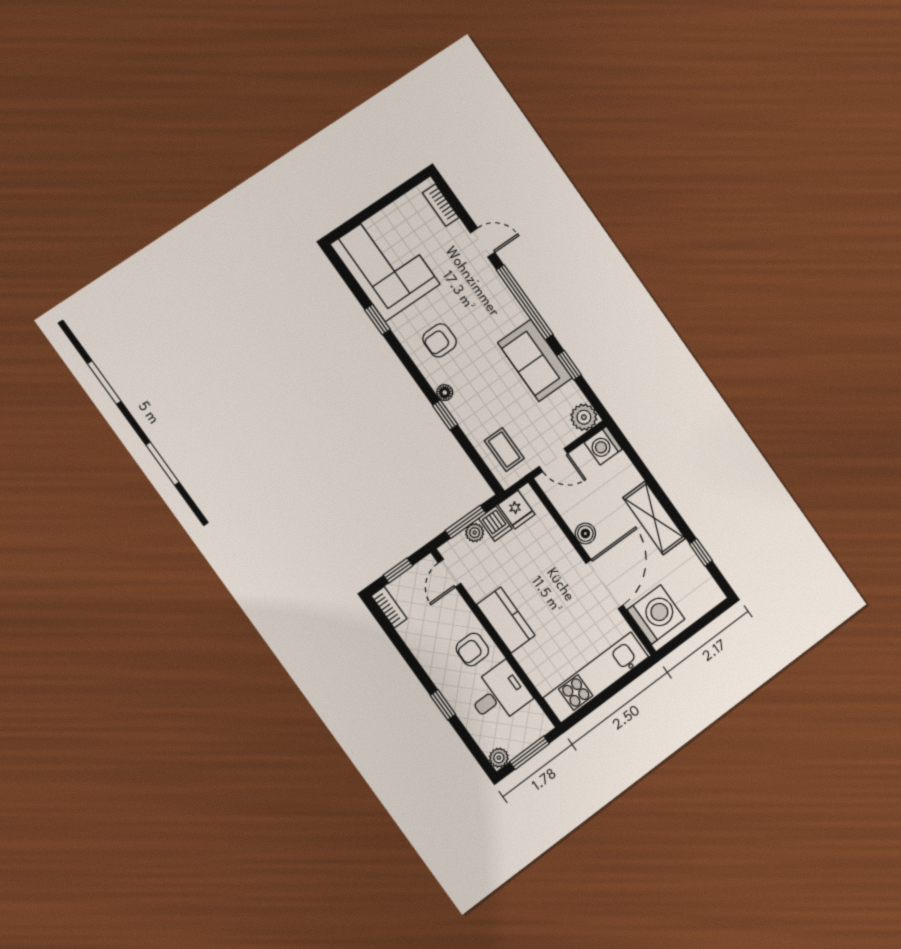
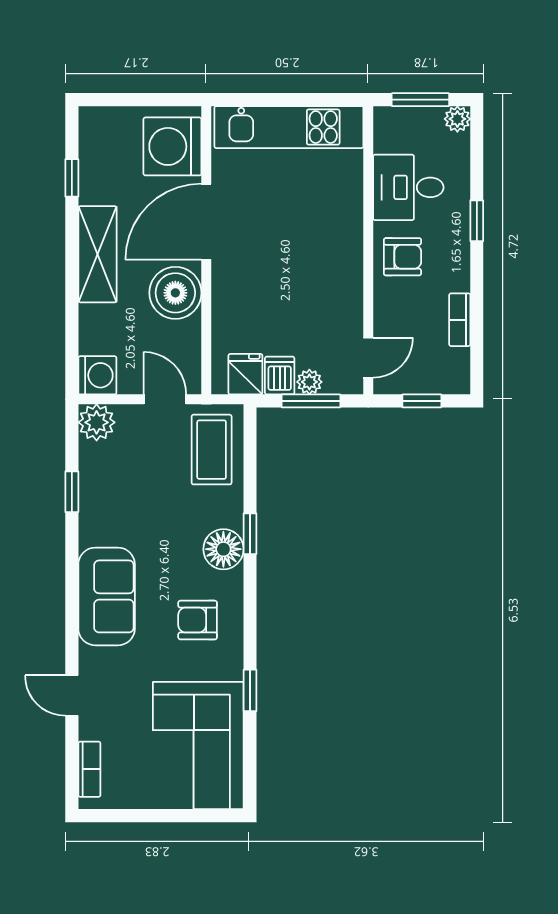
window: (525, 302) -> (72, 597), removed
armchair: (440, 340) -> (198, 620), turned 180
sofa: (535, 360) -> (107, 596), moved
floor lamp: (445, 393) -> (223, 549), width x1.89, depth x1.89
coffee table: (504, 450) -> (212, 450), width x1.36, depth x1.30
boiler: (585, 533) -> (175, 293), width x1.86, depth x1.86
bookcase: (389, 607) -> (460, 320), moved
kitchen counter: (506, 620) -> (343, 262), removed

